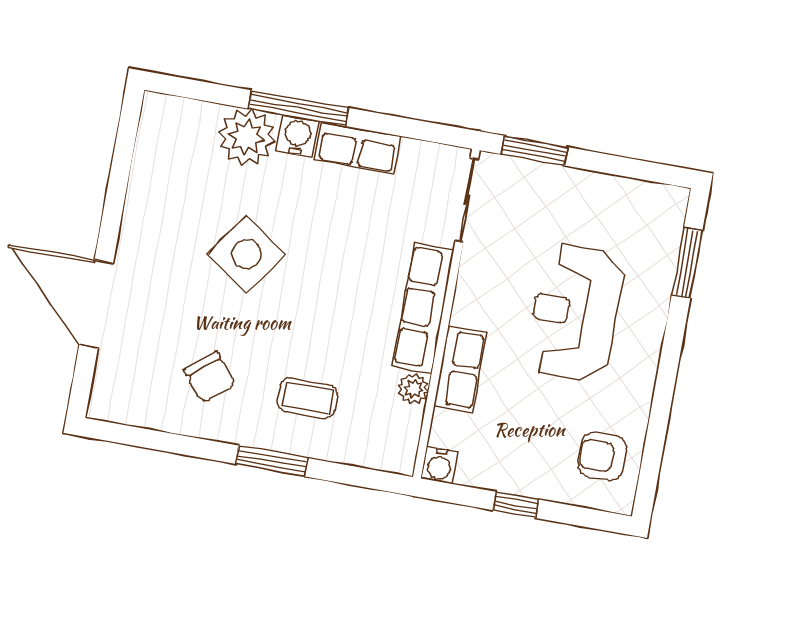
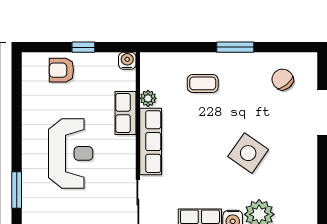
chair: (210, 377) -> (283, 79), moved
armchair: (602, 456) -> (61, 70), moved, turned 180
window: (272, 461) -> (235, 47), moved

